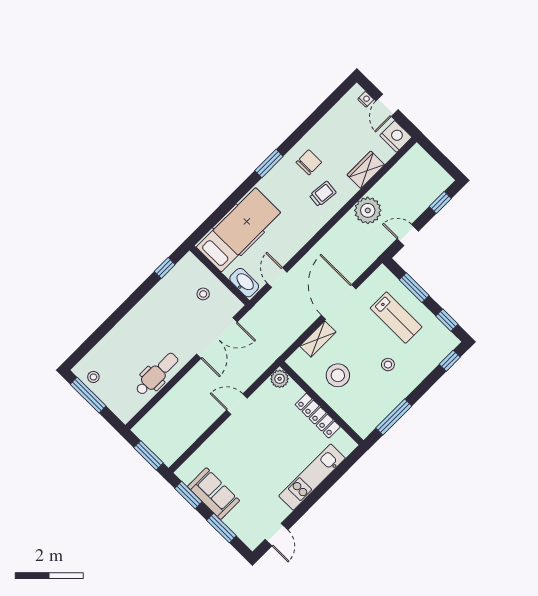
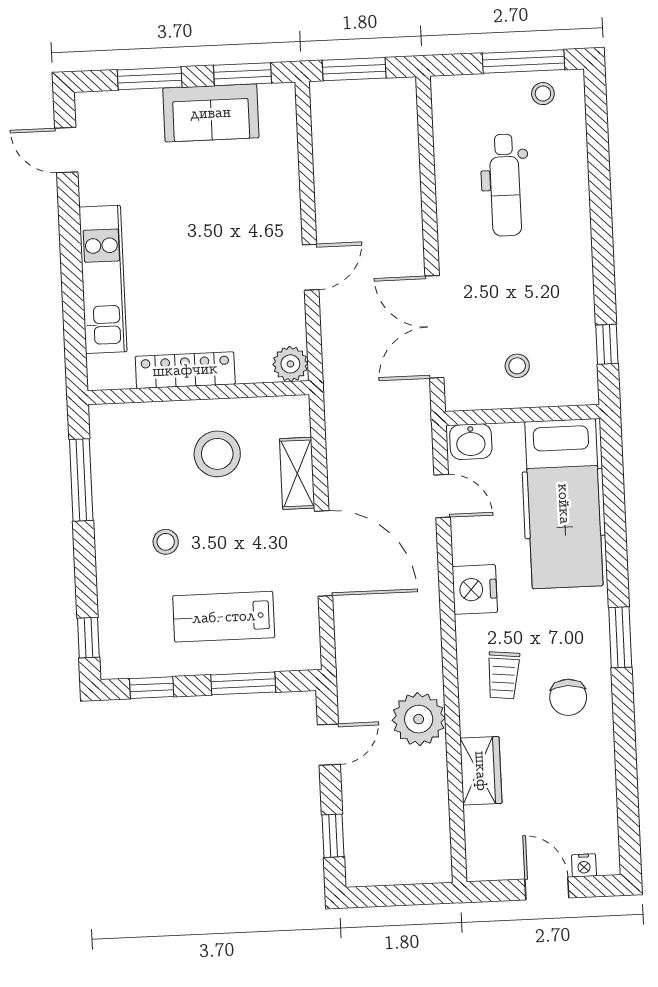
nightstand: (396, 136) -> (475, 589), moved, turned 90
washbasin: (244, 283) -> (471, 442), width x0.72
dental chair: (157, 374) -> (505, 185), moved

